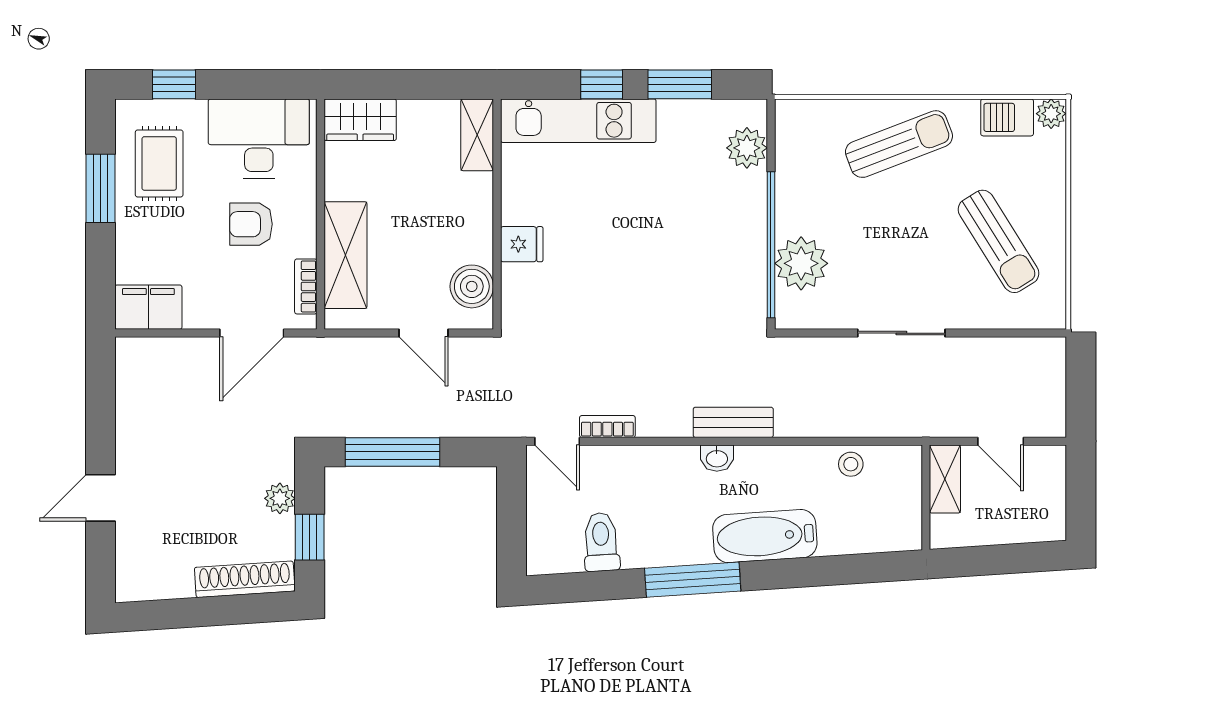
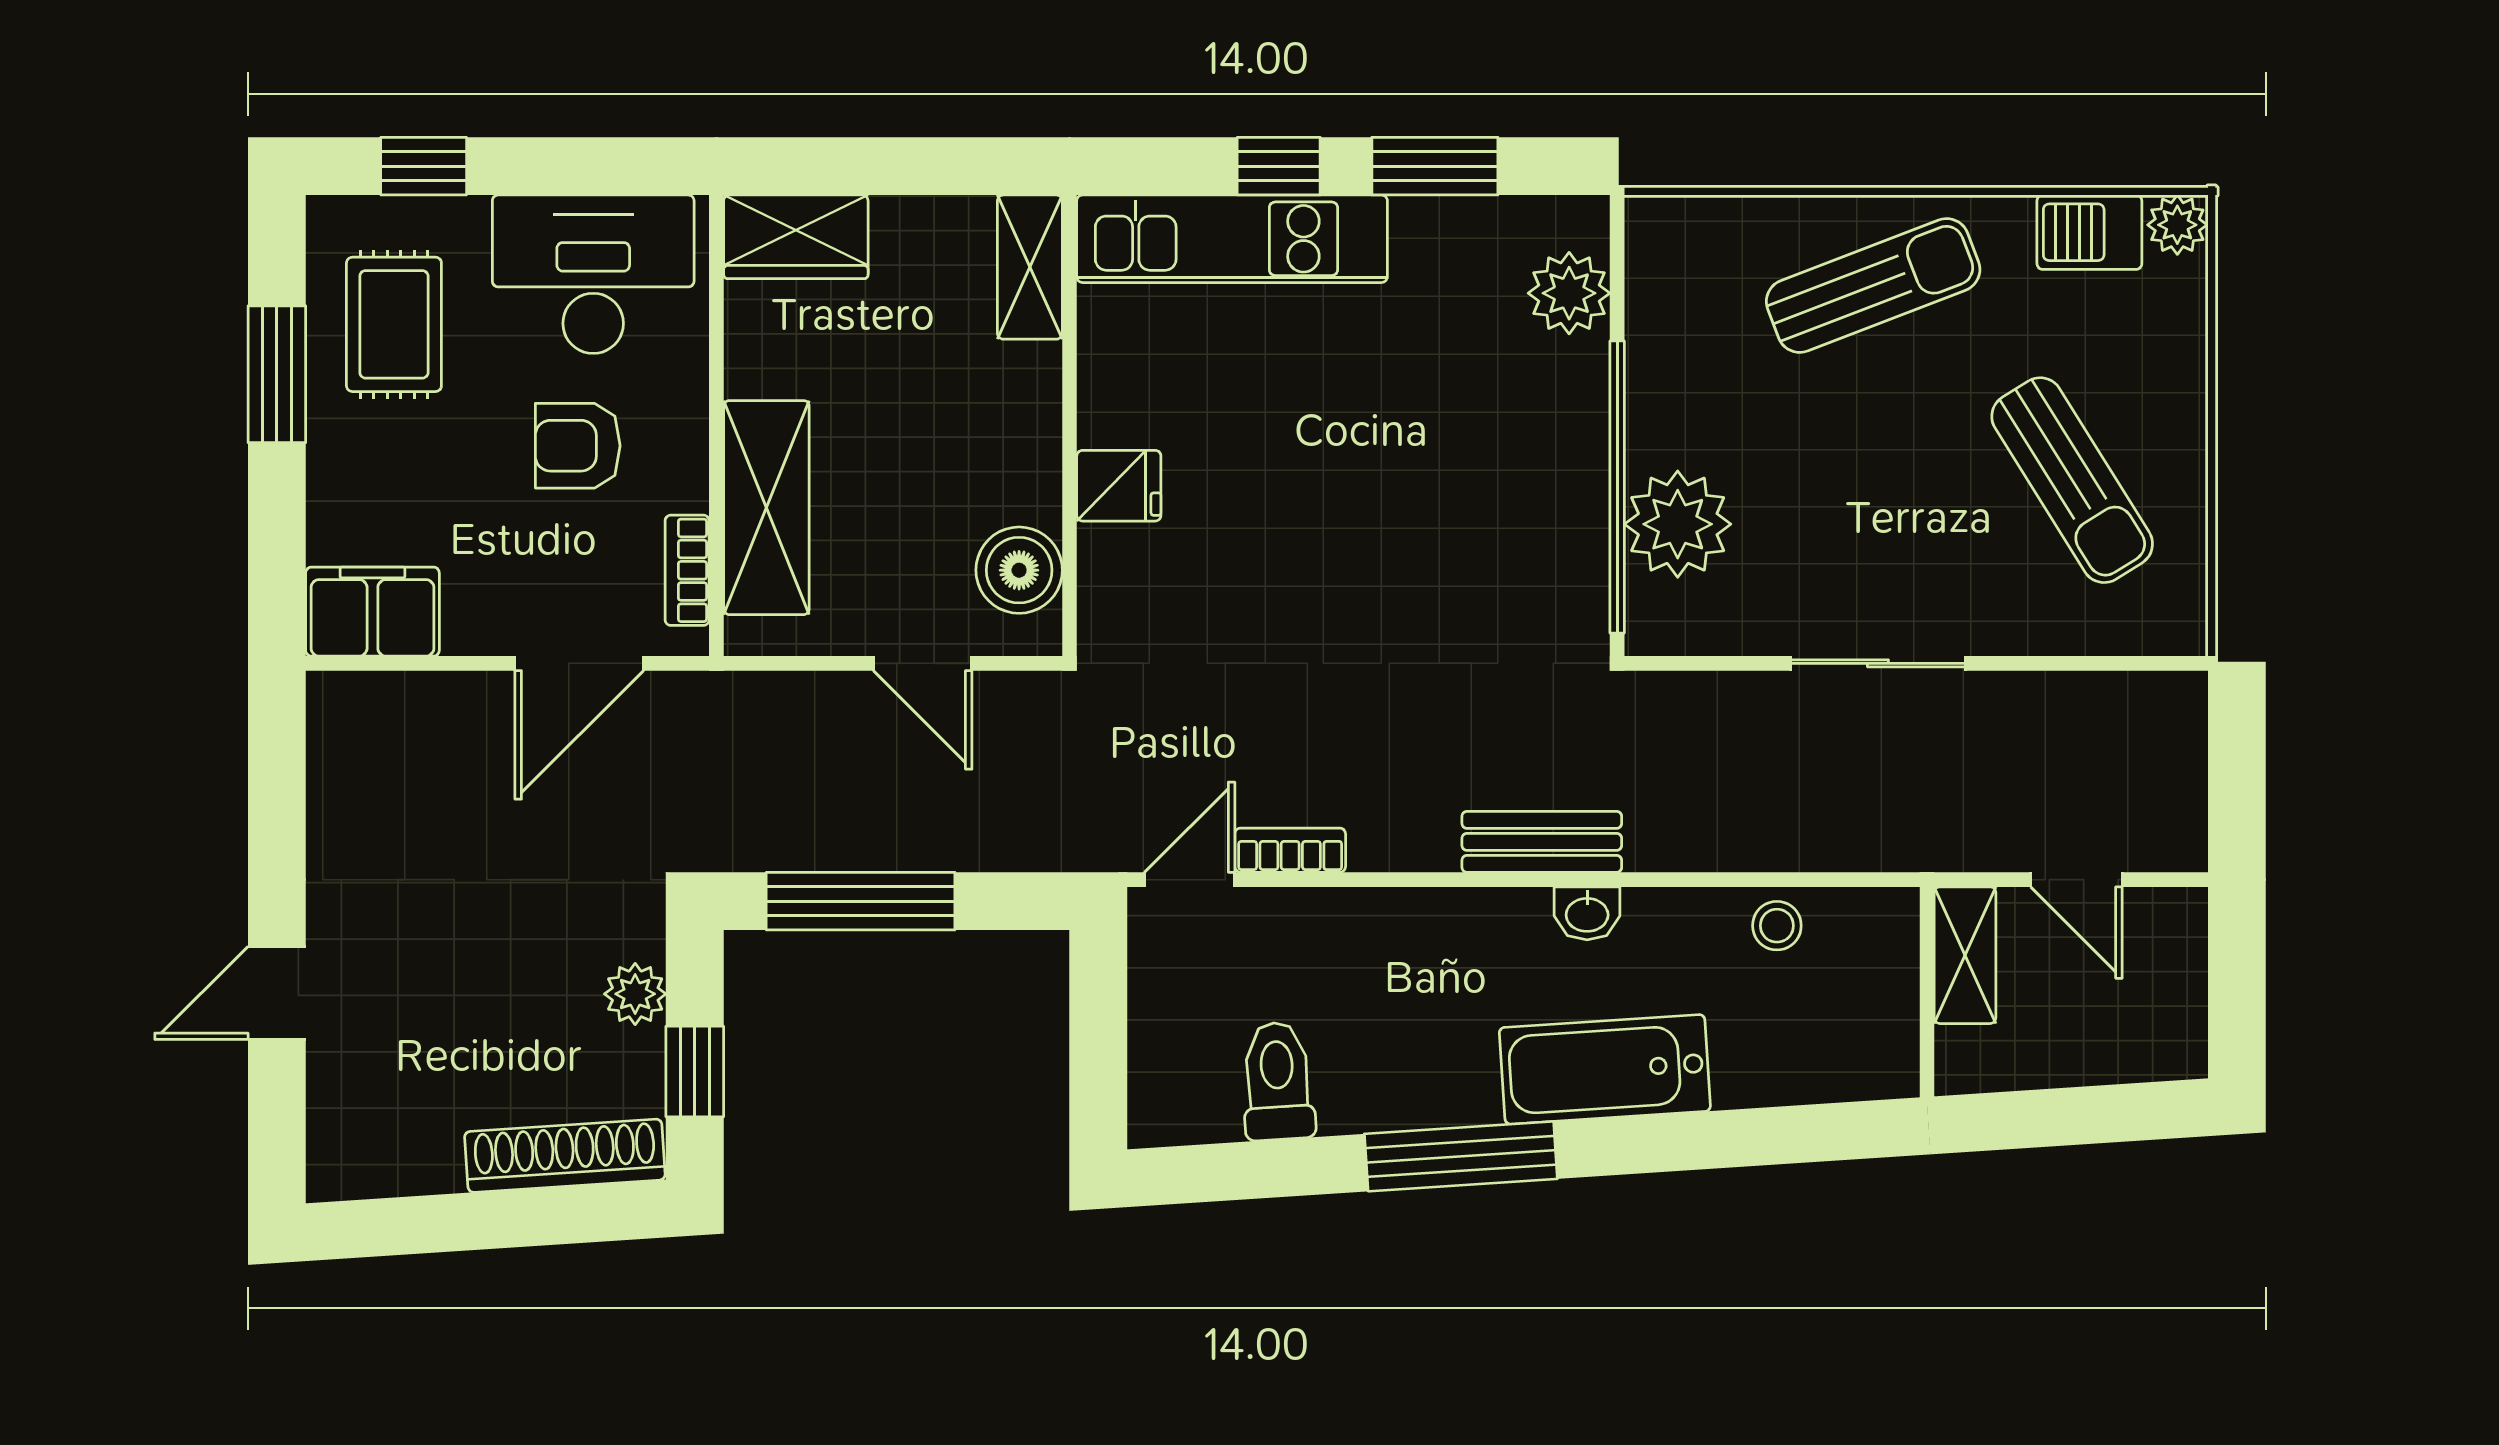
door: (557, 441) -> (1190, 880), swing flipped
washbasin: (717, 458) -> (1587, 913), moved

